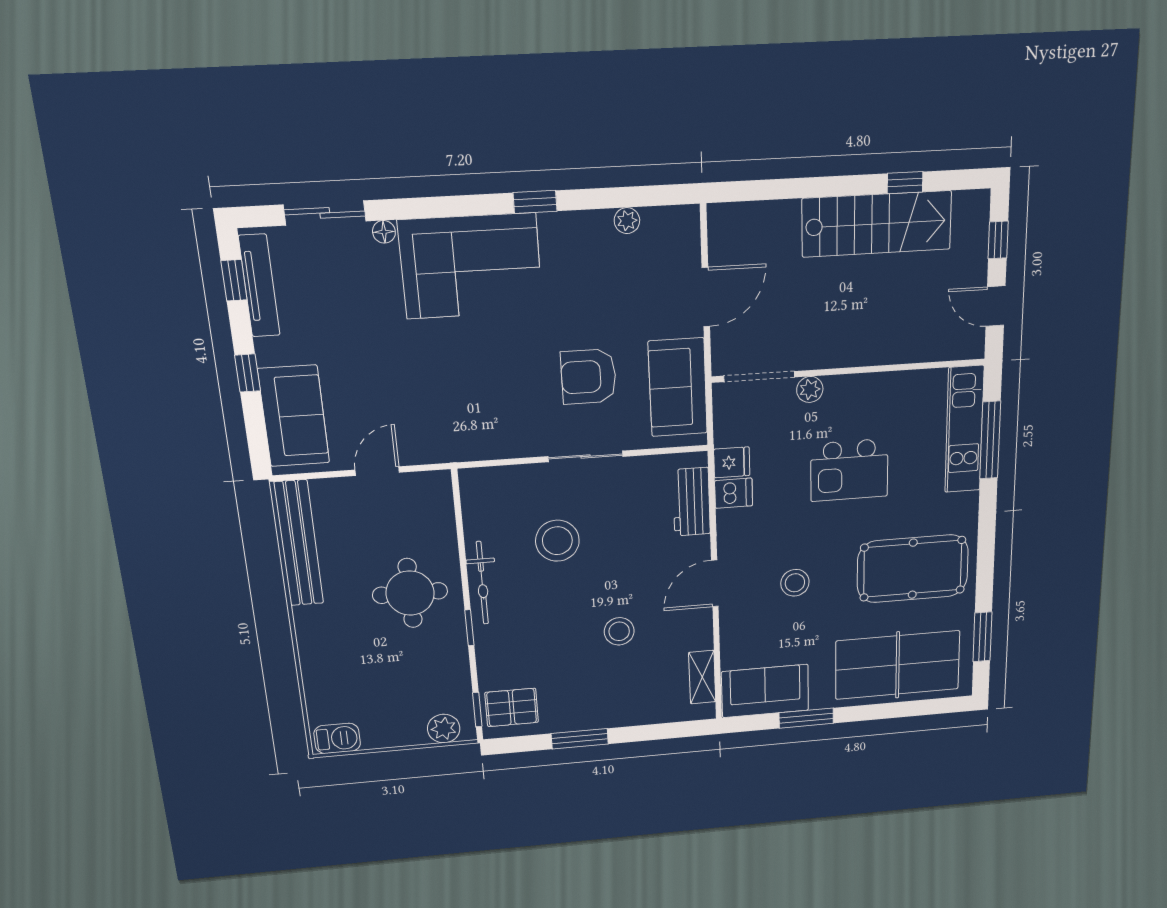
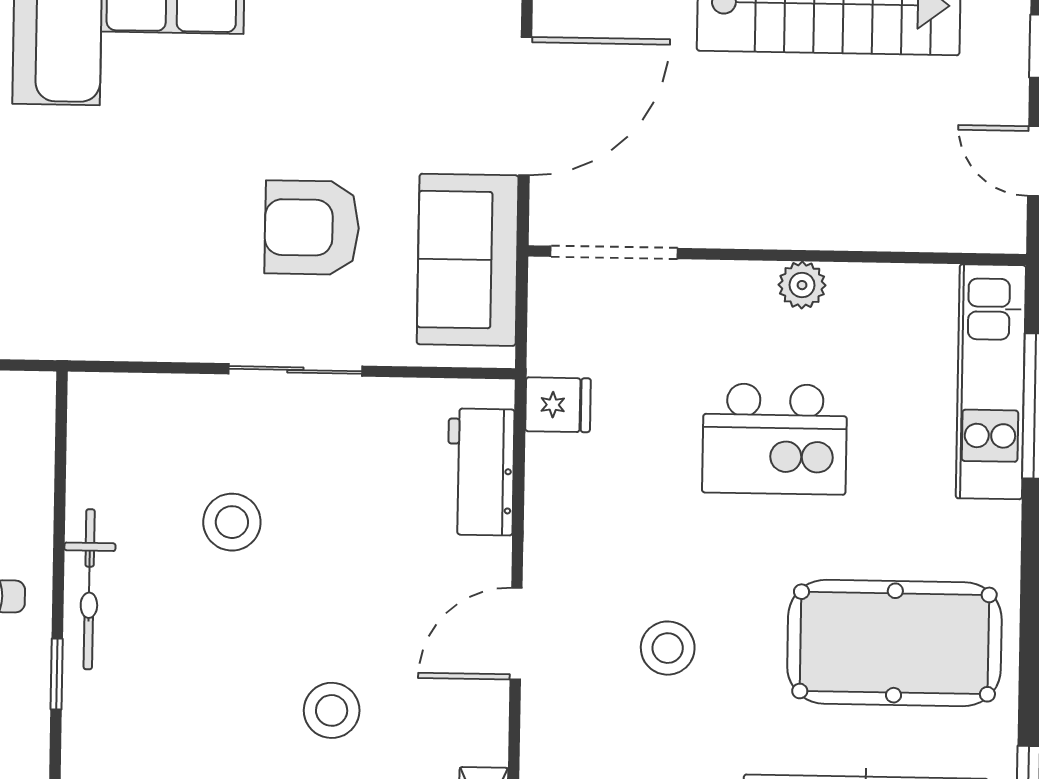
door: (706, 297) -> (525, 106), width x1.36
plant: (810, 389) -> (802, 285), moved
dishwasher: (734, 493) -> (559, 463), removed
stool: (557, 541) -> (232, 522), width x0.73, depth x0.73

